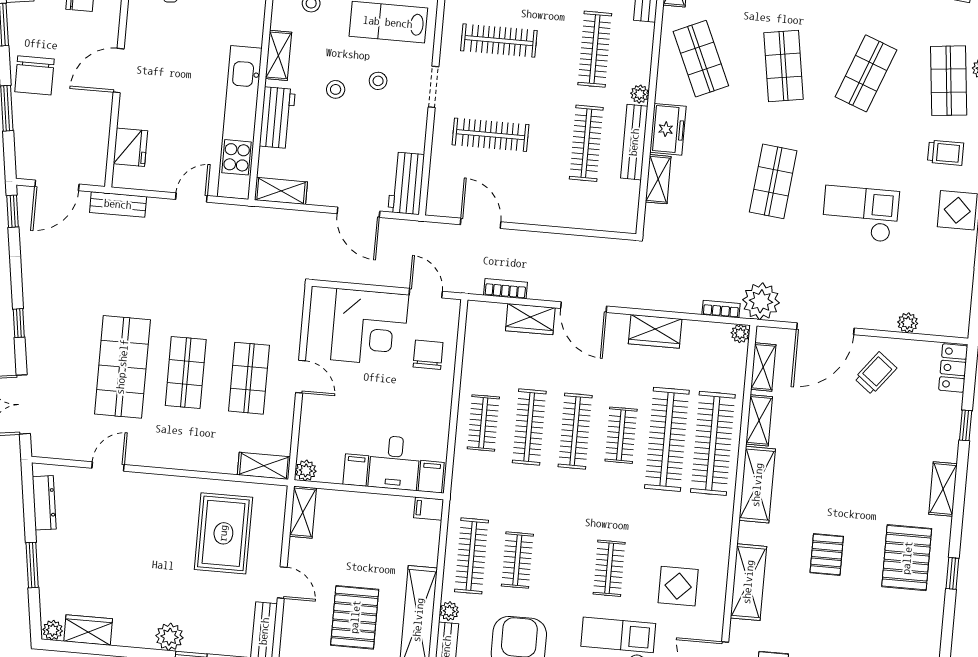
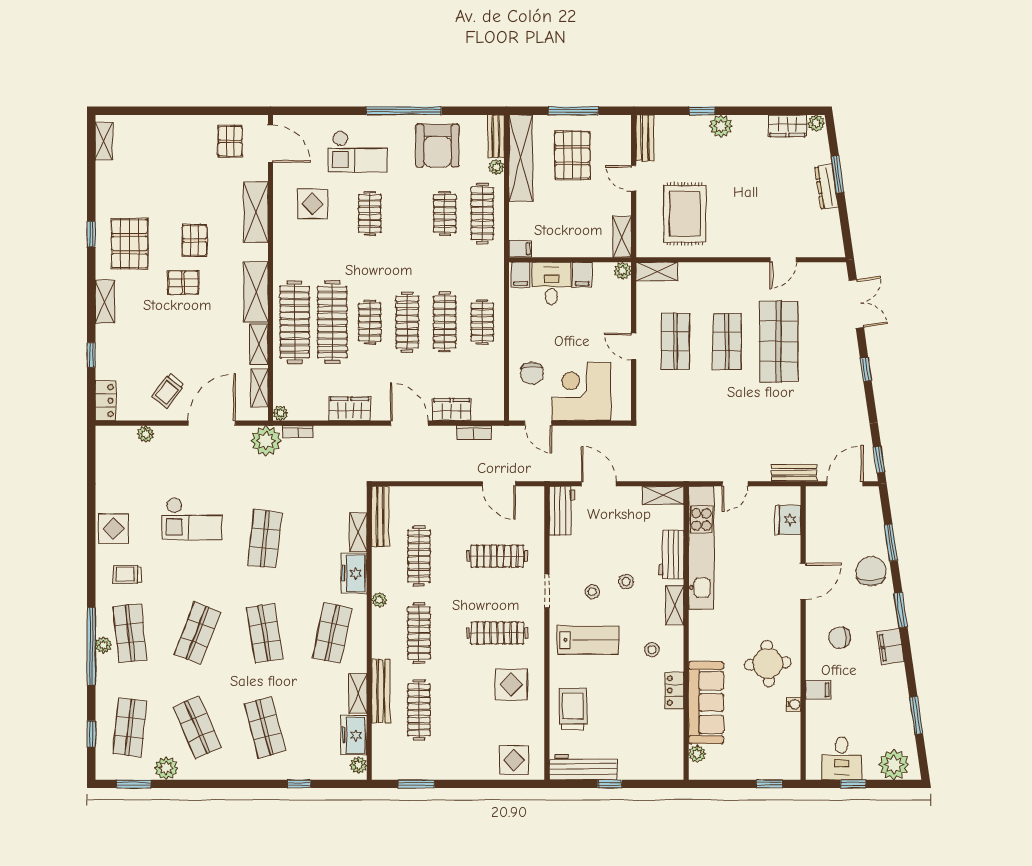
shop shelf: (701, 59) -> (332, 633), turned 36
bench: (634, 142) -> (380, 516), moved
dresser: (44, 503) -> (827, 187), moved
pallet: (845, 504) -> (183, 283), added

